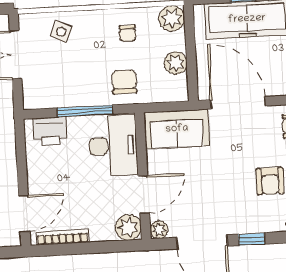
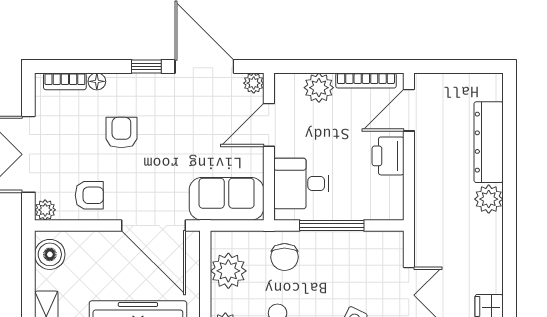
plant: (176, 63) -> (228, 271), width x1.36, depth x1.36
printer: (50, 131) -> (388, 156), moved, turned -90
desk: (113, 146) -> (301, 184), width x0.73
plant: (128, 227) -> (319, 88), moved

